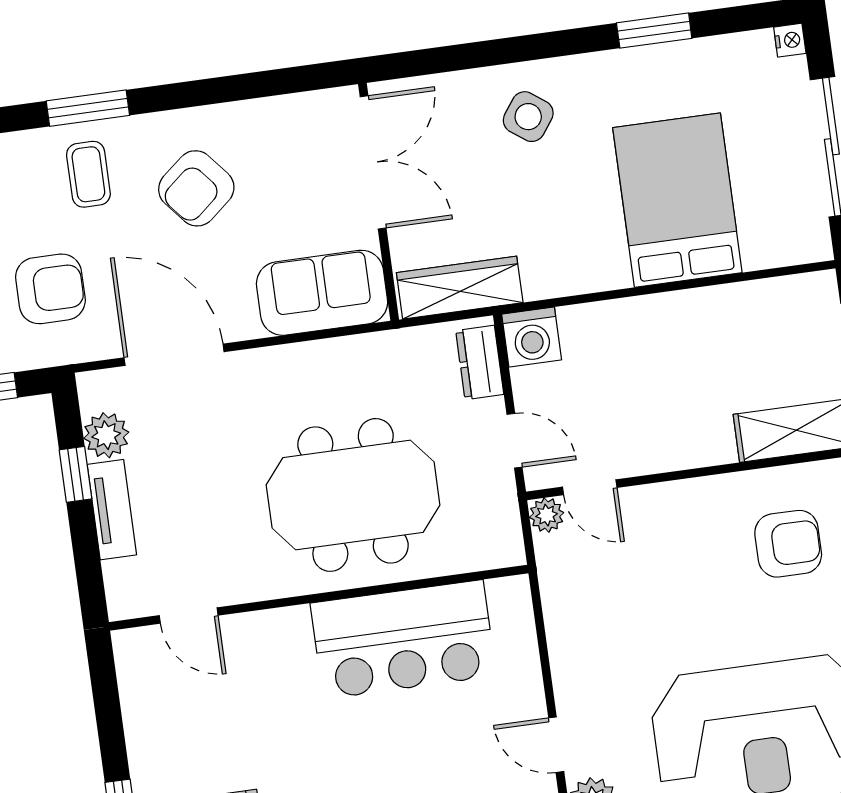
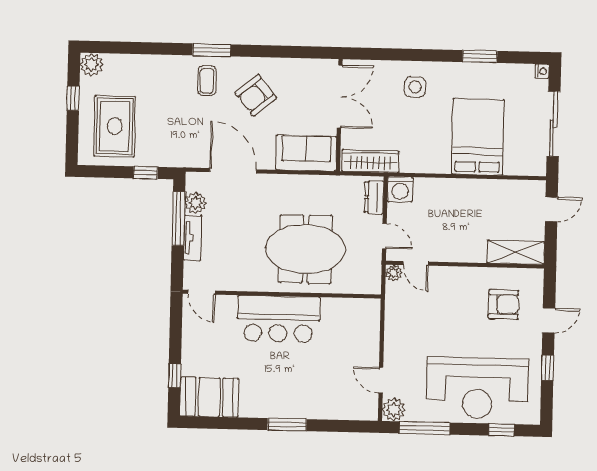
side table: (528, 117) -> (415, 87), turned -36
armchair: (50, 289) -> (181, 131), removed
window: (76, 474) -> (178, 219), width x2.17
door: (189, 615) -> (202, 292), moved
bar counter: (403, 639) -> (278, 319), moved

